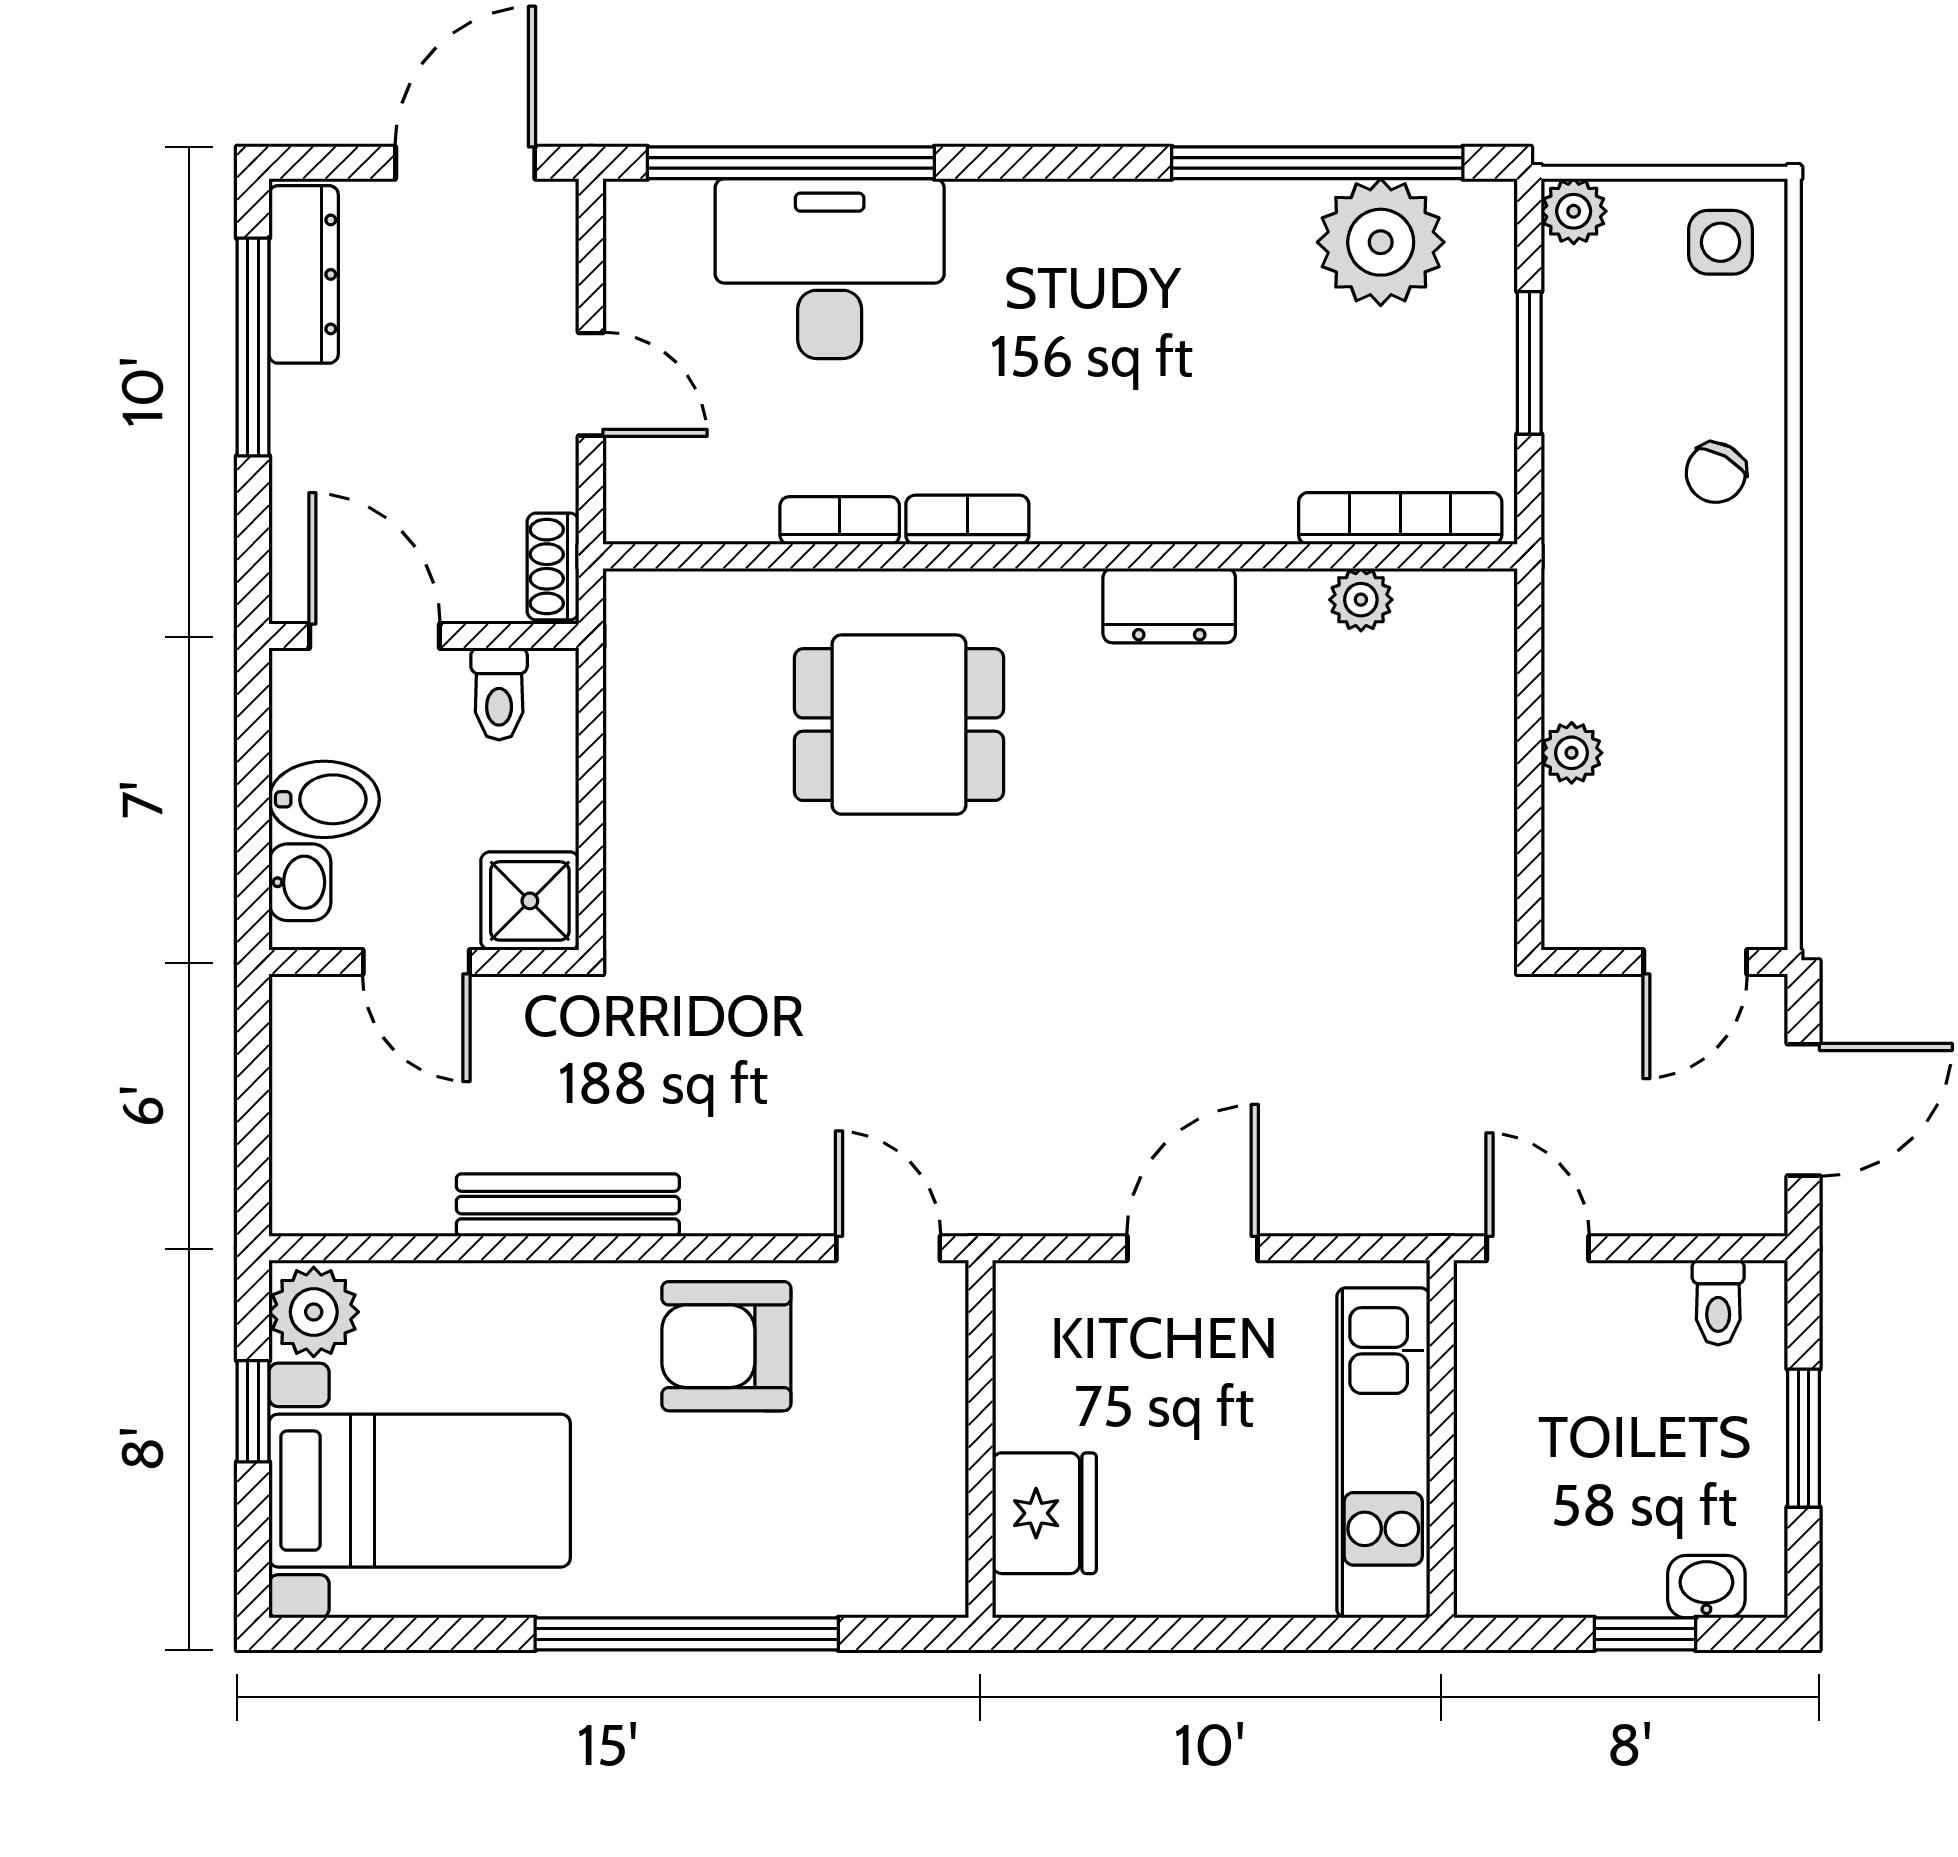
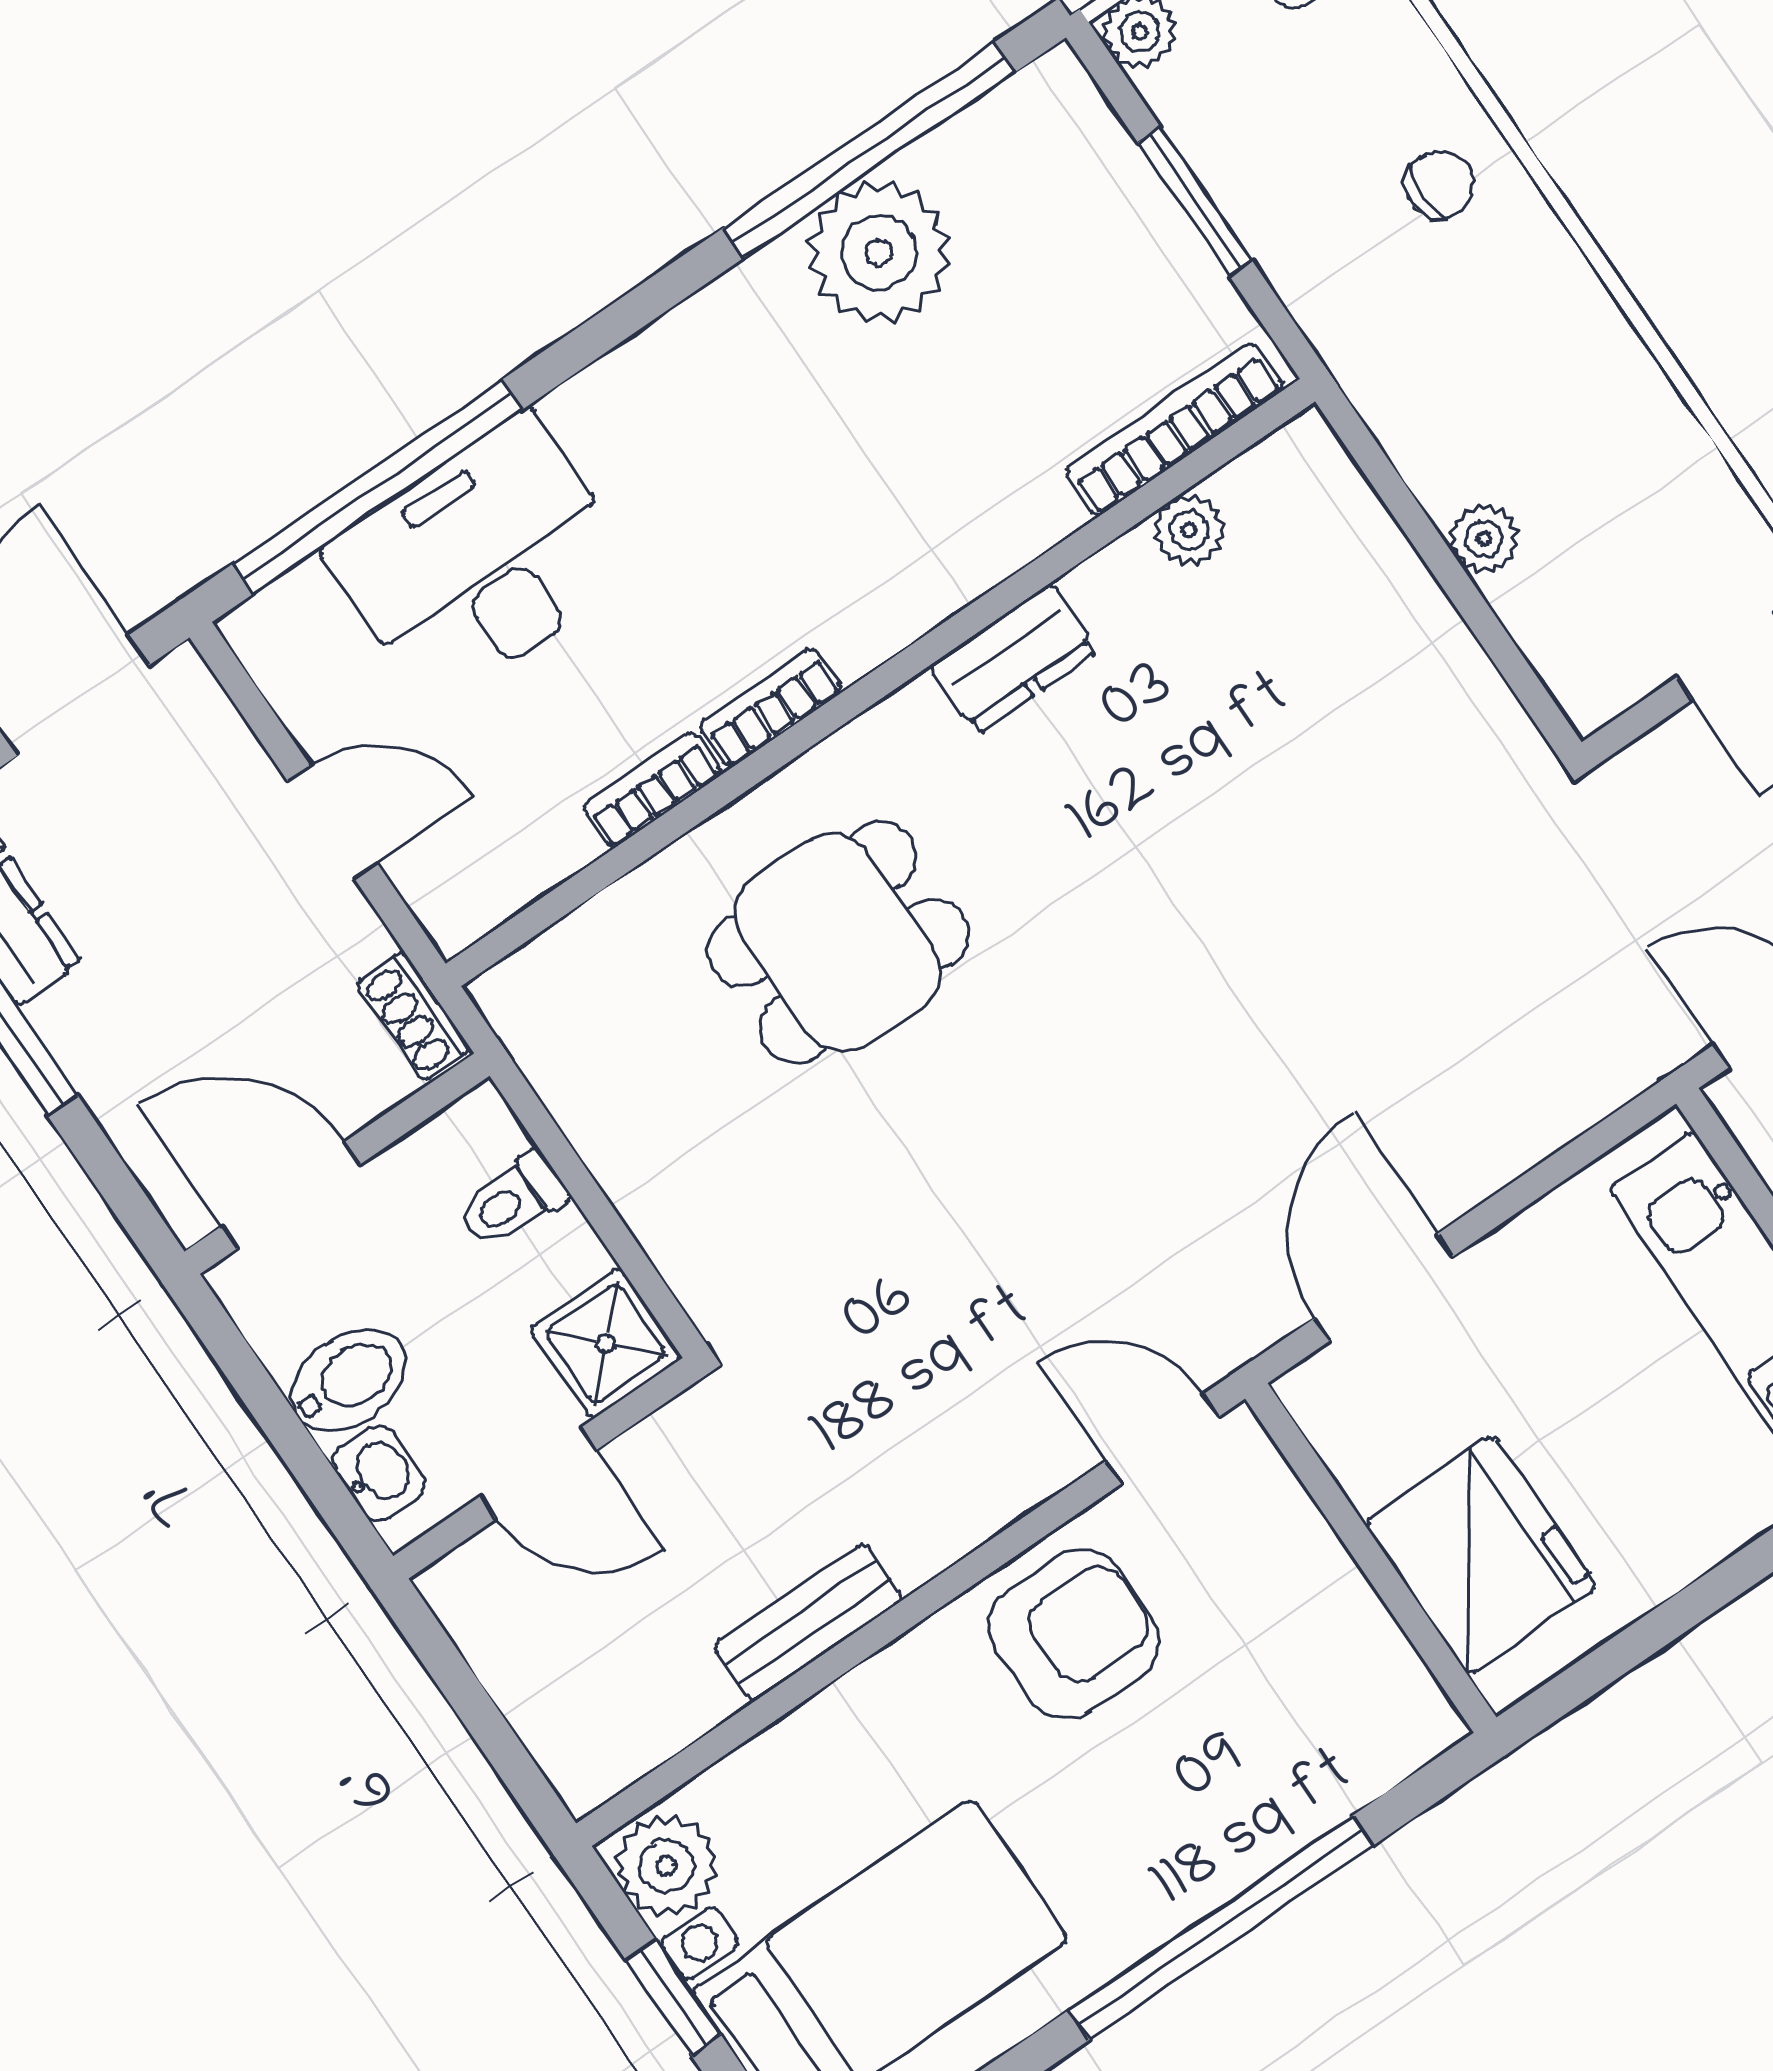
plant: (1381, 242) -> (879, 252), moved
chair: (1716, 473) -> (1440, 185), turned -119
toilet: (499, 694) -> (512, 1201), moved, turned 90
bench: (568, 1205) -> (808, 1622), width x0.73
door: (1192, 1248) -> (1384, 1287), moved
armchair: (726, 1346) -> (1074, 1634), turned 180
fridge: (1044, 1513) -> (1480, 1555), width x1.36, depth x1.34

